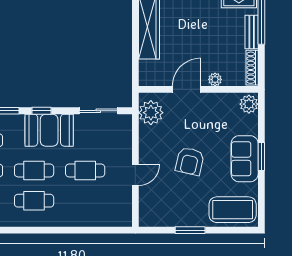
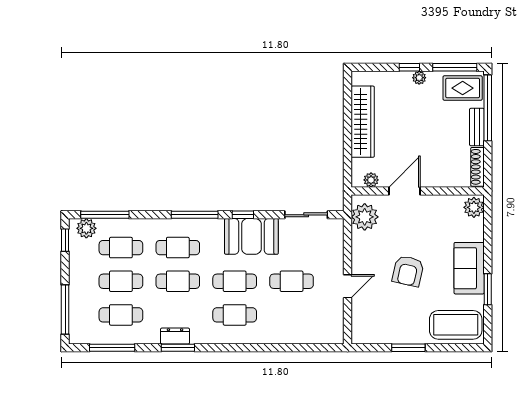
plant: (215, 79) -> (371, 180), moved
window: (261, 156) -> (488, 289), moved

